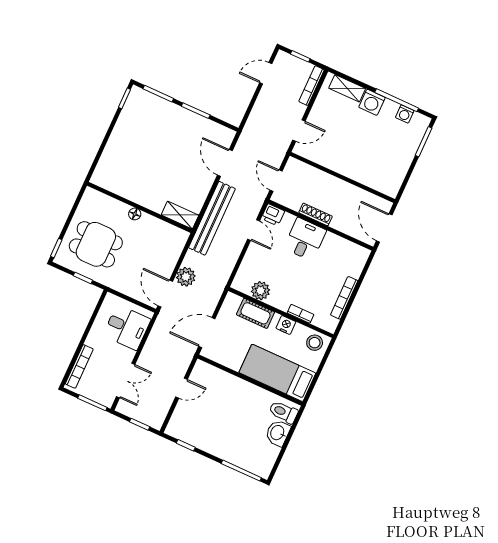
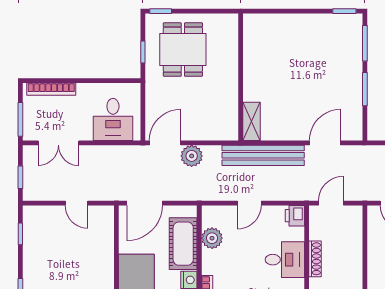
floor lamp: (135, 214) -> (232, 75), removed
door: (254, 230) -> (249, 203), moved
cot: (255, 313) -> (183, 244), width x1.37, depth x1.34
door: (207, 333) -> (145, 203), swing flipped

